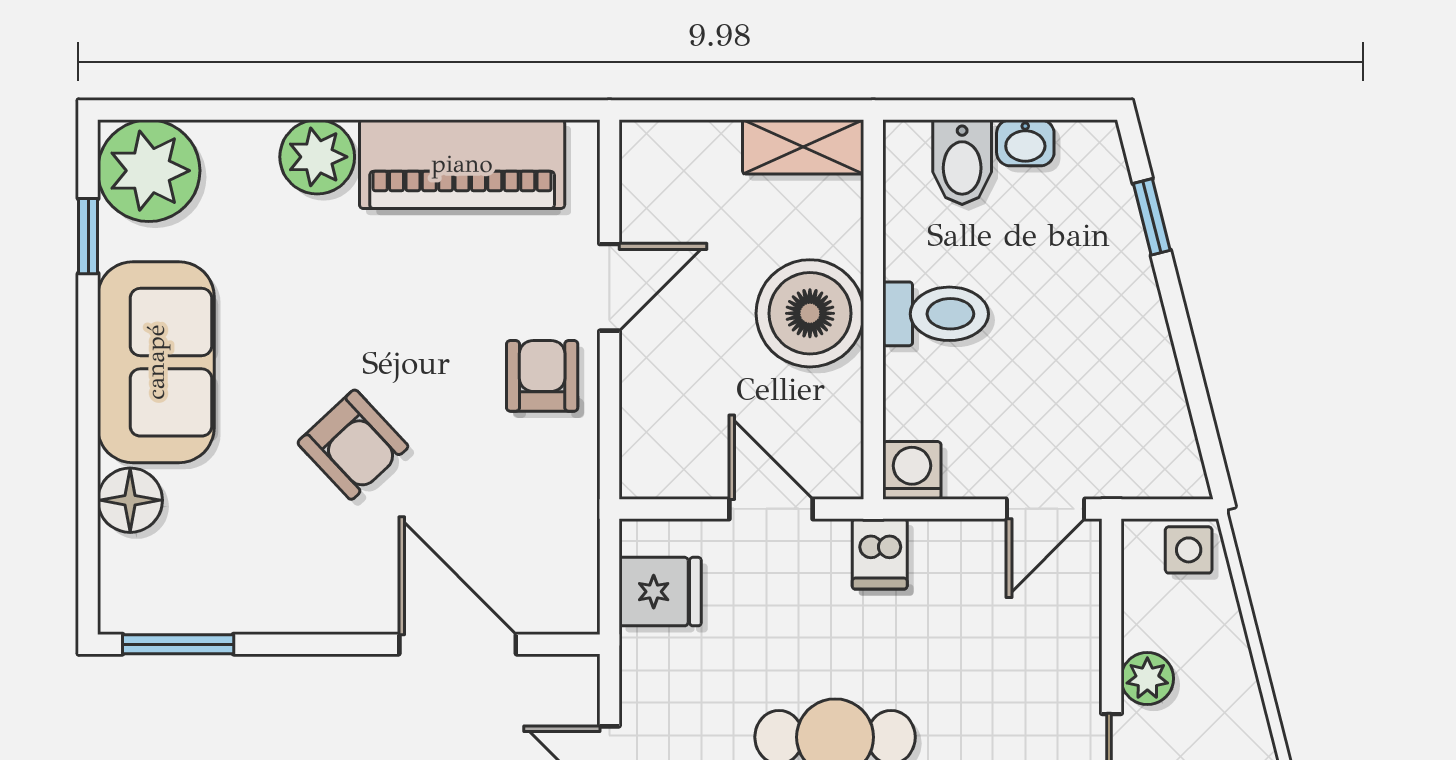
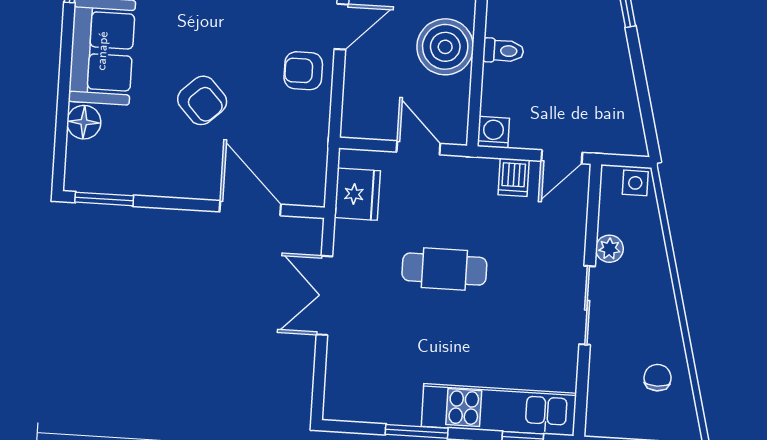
toilet: (936, 314) -> (503, 51), width x0.73, depth x0.72
armchair: (542, 376) -> (303, 71), turned -90
dishwasher: (880, 554) -> (514, 177), moved
fridge: (660, 592) -> (357, 194), width x1.38

